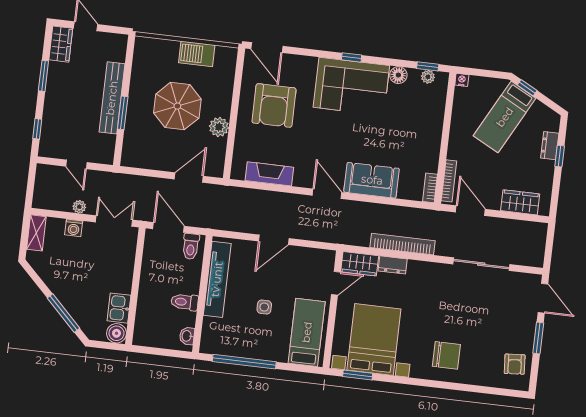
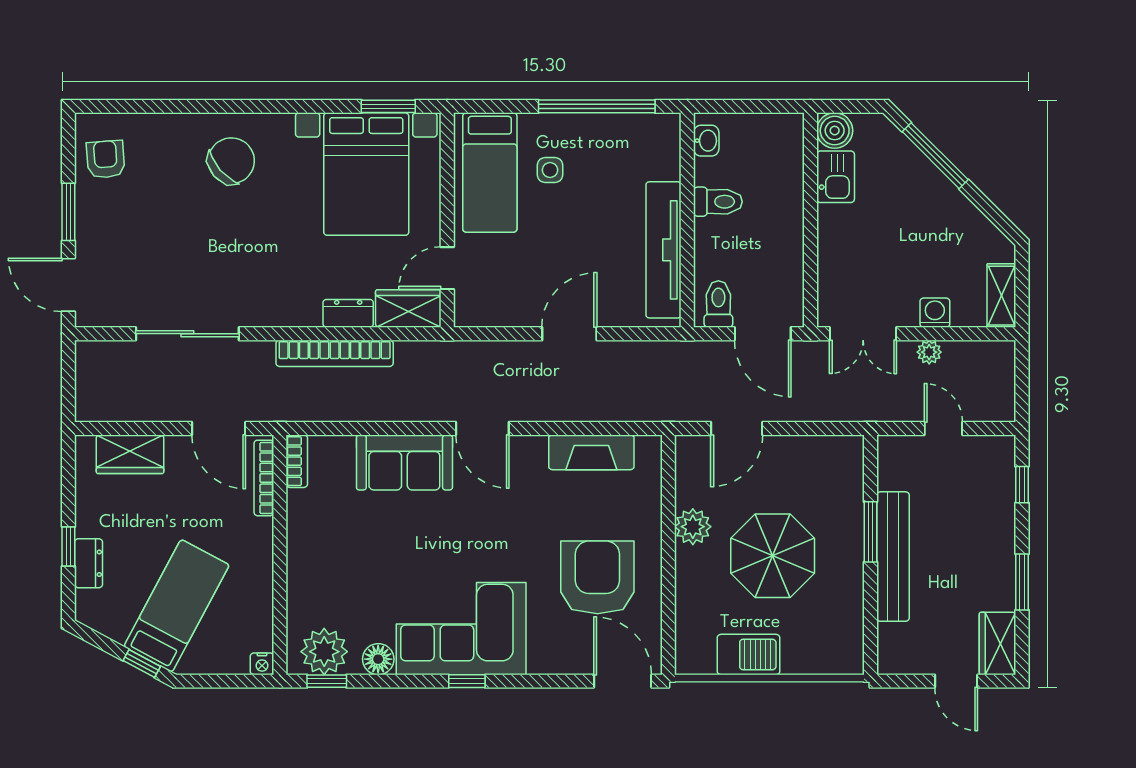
plant: (428, 77) -> (324, 652), width x1.88, depth x1.88
side table: (264, 307) -> (550, 170), moved
chair: (446, 355) -> (231, 161), turned 139

